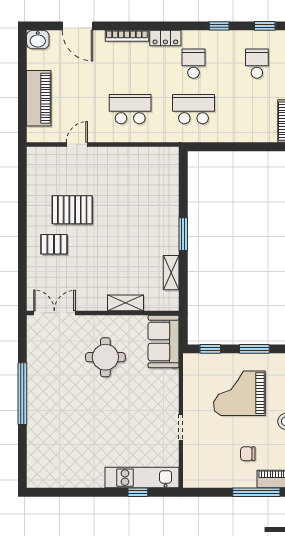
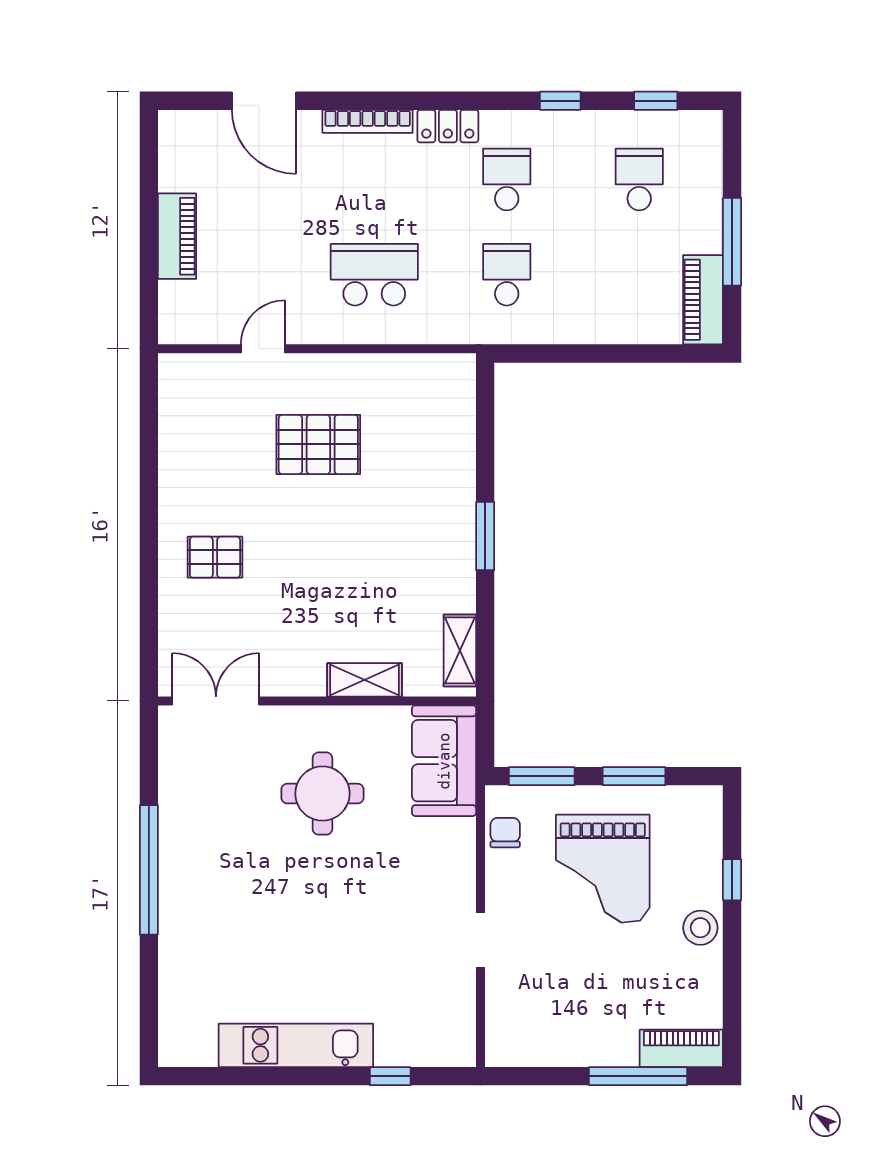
washbasin: (38, 40) -> (181, 129), removed
piano: (39, 98) -> (177, 236), width x0.73, depth x0.75
school desk: (193, 109) -> (507, 275), width x0.54
pallet: (72, 210) -> (318, 444), moved
shelving: (171, 273) -> (460, 650), moved
window: (210, 349) -> (542, 776), width x1.50
grand piano: (239, 393) -> (603, 869), turned -90
chair: (248, 454) -> (505, 833), moved, turned 90
kitchen unit: (142, 478) -> (296, 1045), moved

